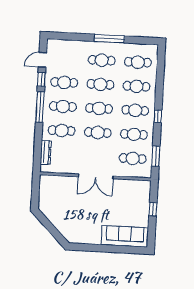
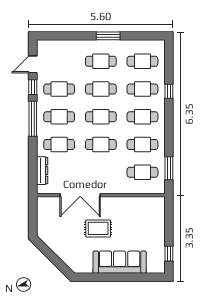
window: (109, 39) -> (108, 36), width x0.69
window: (158, 116) -> (169, 91), moved
double door: (96, 176) -> (80, 195), moved
rug: (92, 205) -> (98, 228), added
window: (153, 209) -> (169, 254), moved
sofa: (125, 236) -> (120, 262), moved

